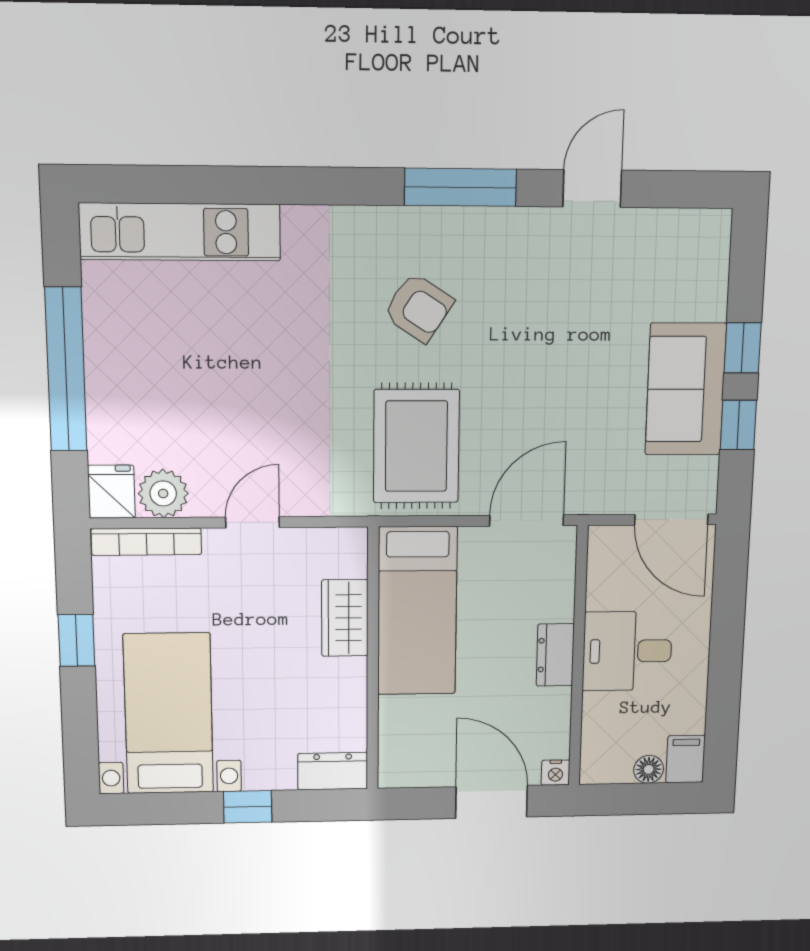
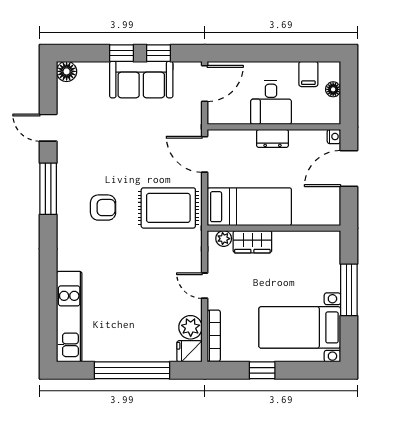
floor lamp: (710, 230) -> (67, 71), added
armchair: (418, 308) -> (103, 208), turned 57
plant: (352, 560) -> (224, 239), added
filing cabinet: (686, 759) -> (308, 74), moved, turned -90
dresser: (333, 771) -> (331, 248), removed
window: (248, 807) -> (349, 290), width x2.17

